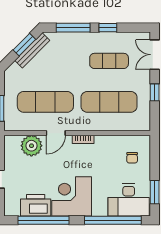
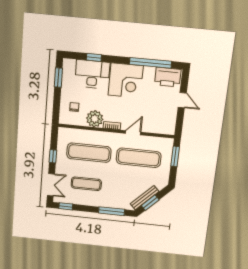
window: (108, 28) -> (66, 206), moved
plant: (31, 146) -> (95, 119), moved
desk: (129, 200) -> (92, 74), moved
printer: (36, 205) -> (168, 77), moved
window: (113, 220) -> (94, 57), width x0.32

